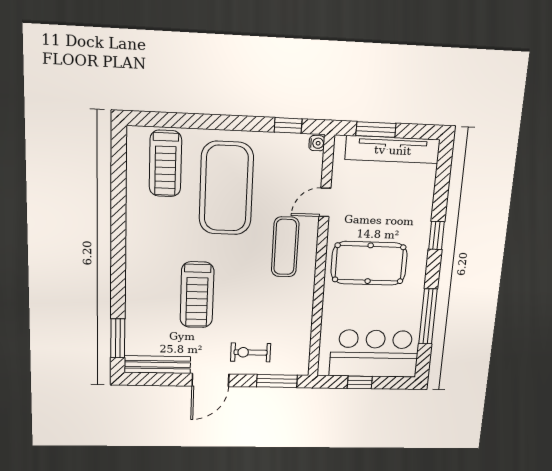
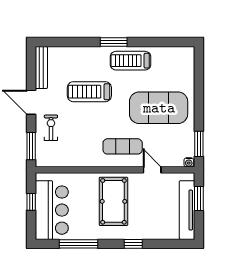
window: (288, 125) -> (199, 144), width x1.50
treadmill: (165, 164) -> (130, 61), moved
window: (118, 338) -> (114, 42), moved

